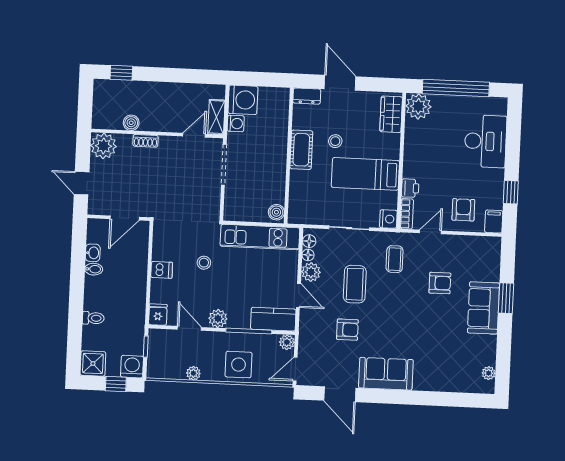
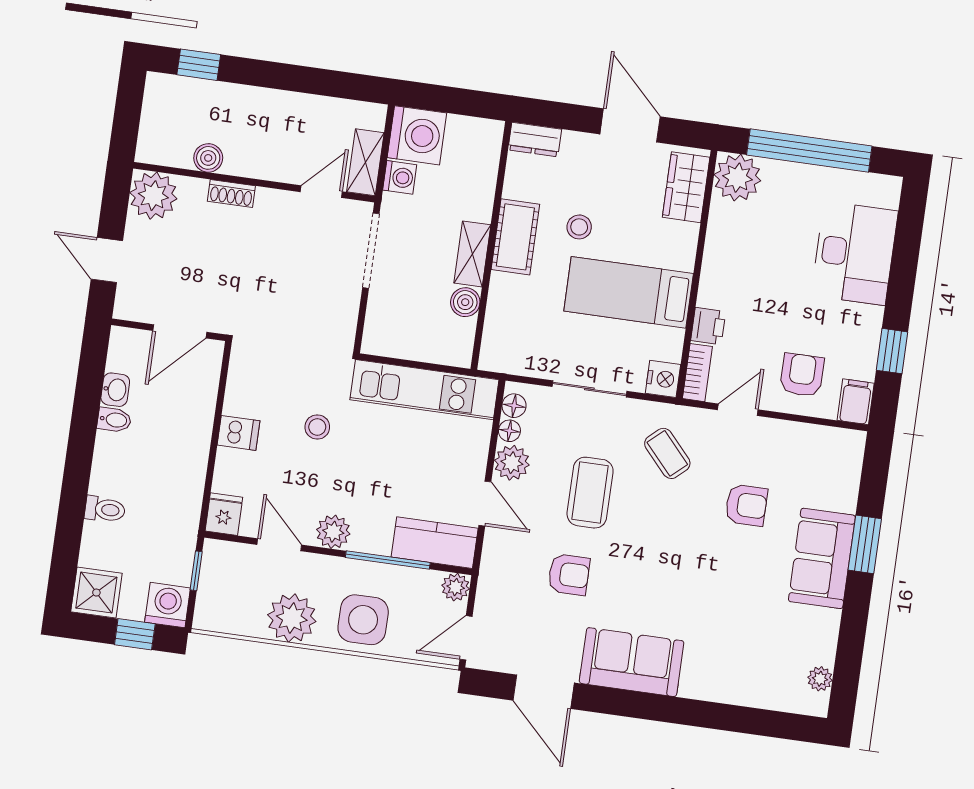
door: (340, 83) -> (630, 125), moved
shelving: (279, 161) -> (472, 254), added
boiler: (276, 212) -> (465, 302), moved
coffee table: (395, 259) -> (667, 453), turned -42
plant: (193, 373) -> (292, 618), width x1.87, depth x1.87

